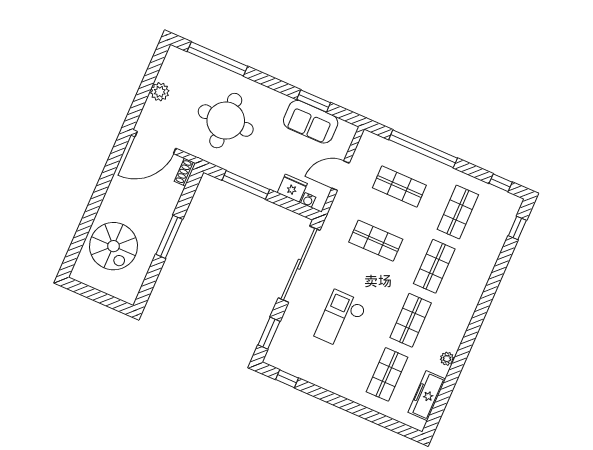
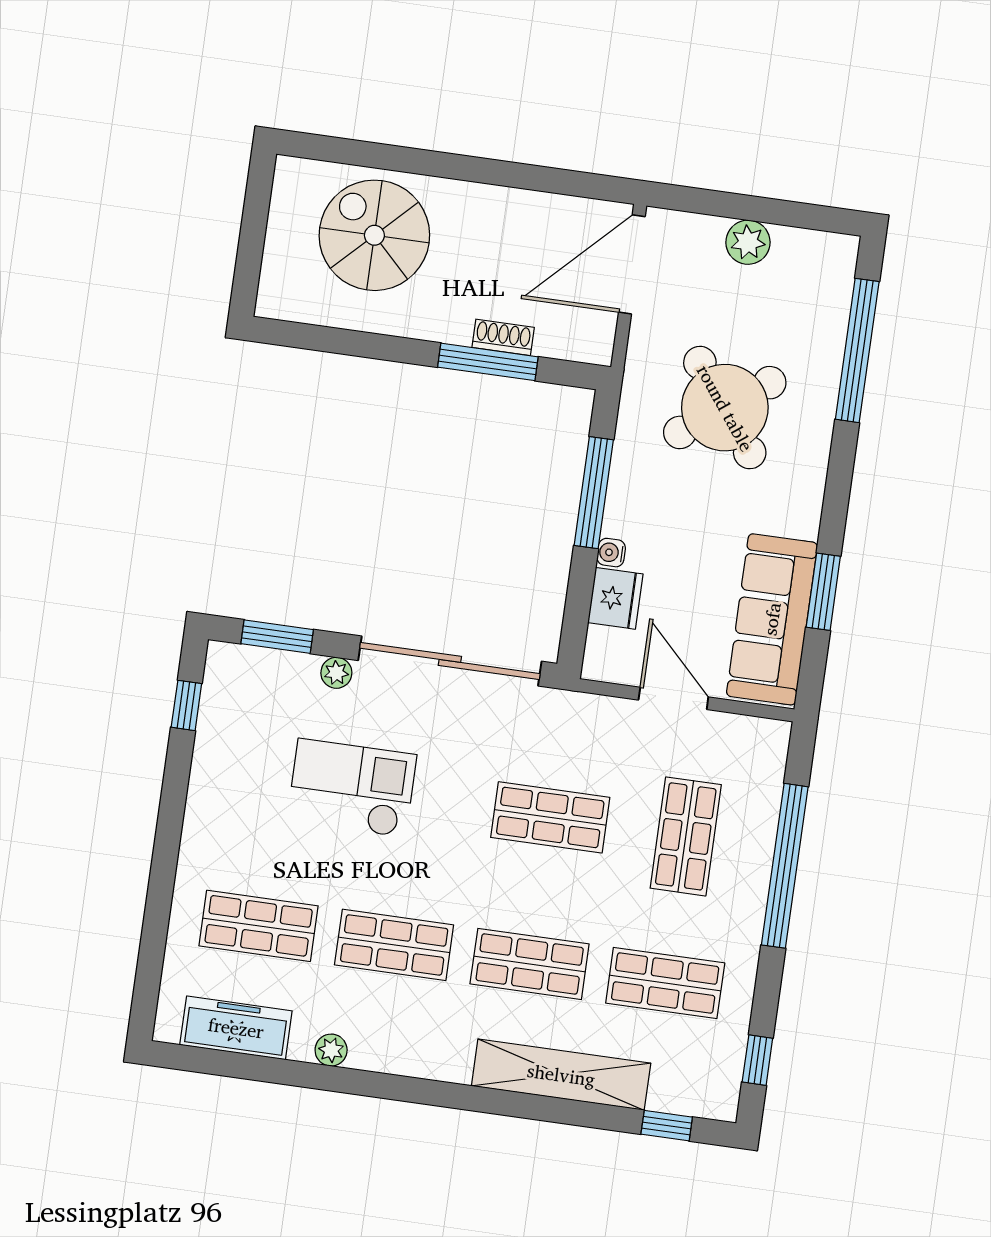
round table: (226, 121) -> (725, 408), turned -37
sofa: (311, 122) -> (772, 619), width x1.36
door: (155, 143) -> (632, 264), hinge flipped
shoe rack: (185, 172) -> (503, 337), moved
water cooler: (308, 200) -> (611, 553), moved
window: (169, 237) -> (488, 362), moved
shop shelf: (376, 241) -> (550, 817), turned 90
spiral stairs: (113, 246) -> (374, 235), turned 90
shelving: (484, 266) -> (561, 1075), added
plant: (291, 313) -> (336, 673), added

